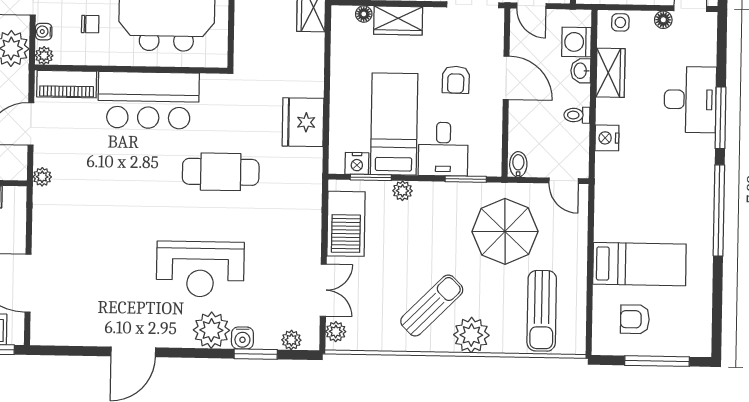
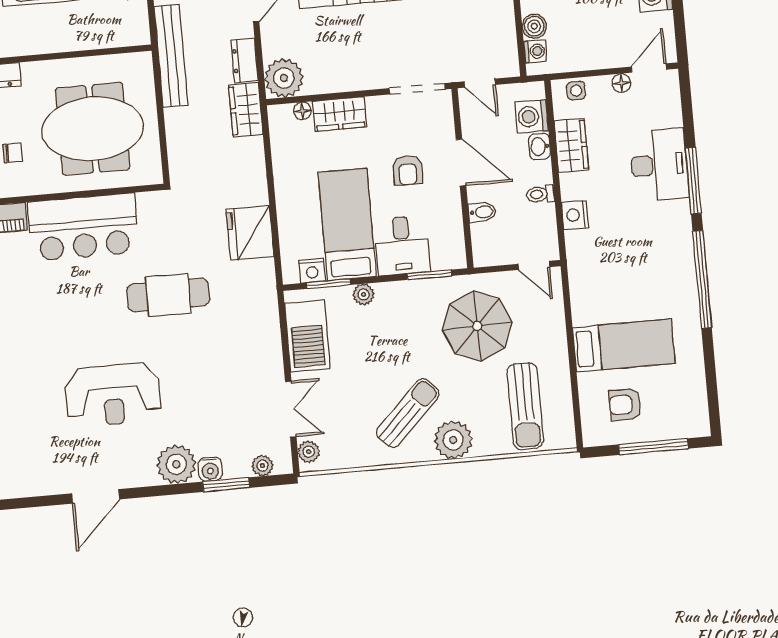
bidet: (518, 164) -> (482, 212), moved, turned 90
reception desk: (200, 269) -> (113, 395), moved

